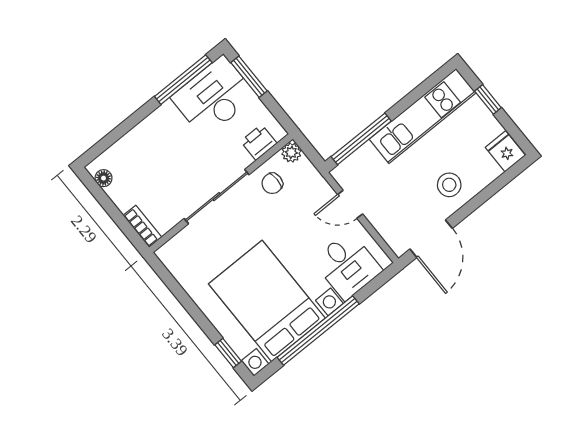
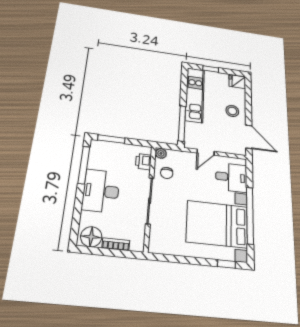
desk: (214, 97) -> (101, 191), moved
floor lamp: (104, 178) -> (91, 237), width x1.89, depth x1.89
bookcase: (142, 226) -> (116, 244), moved

